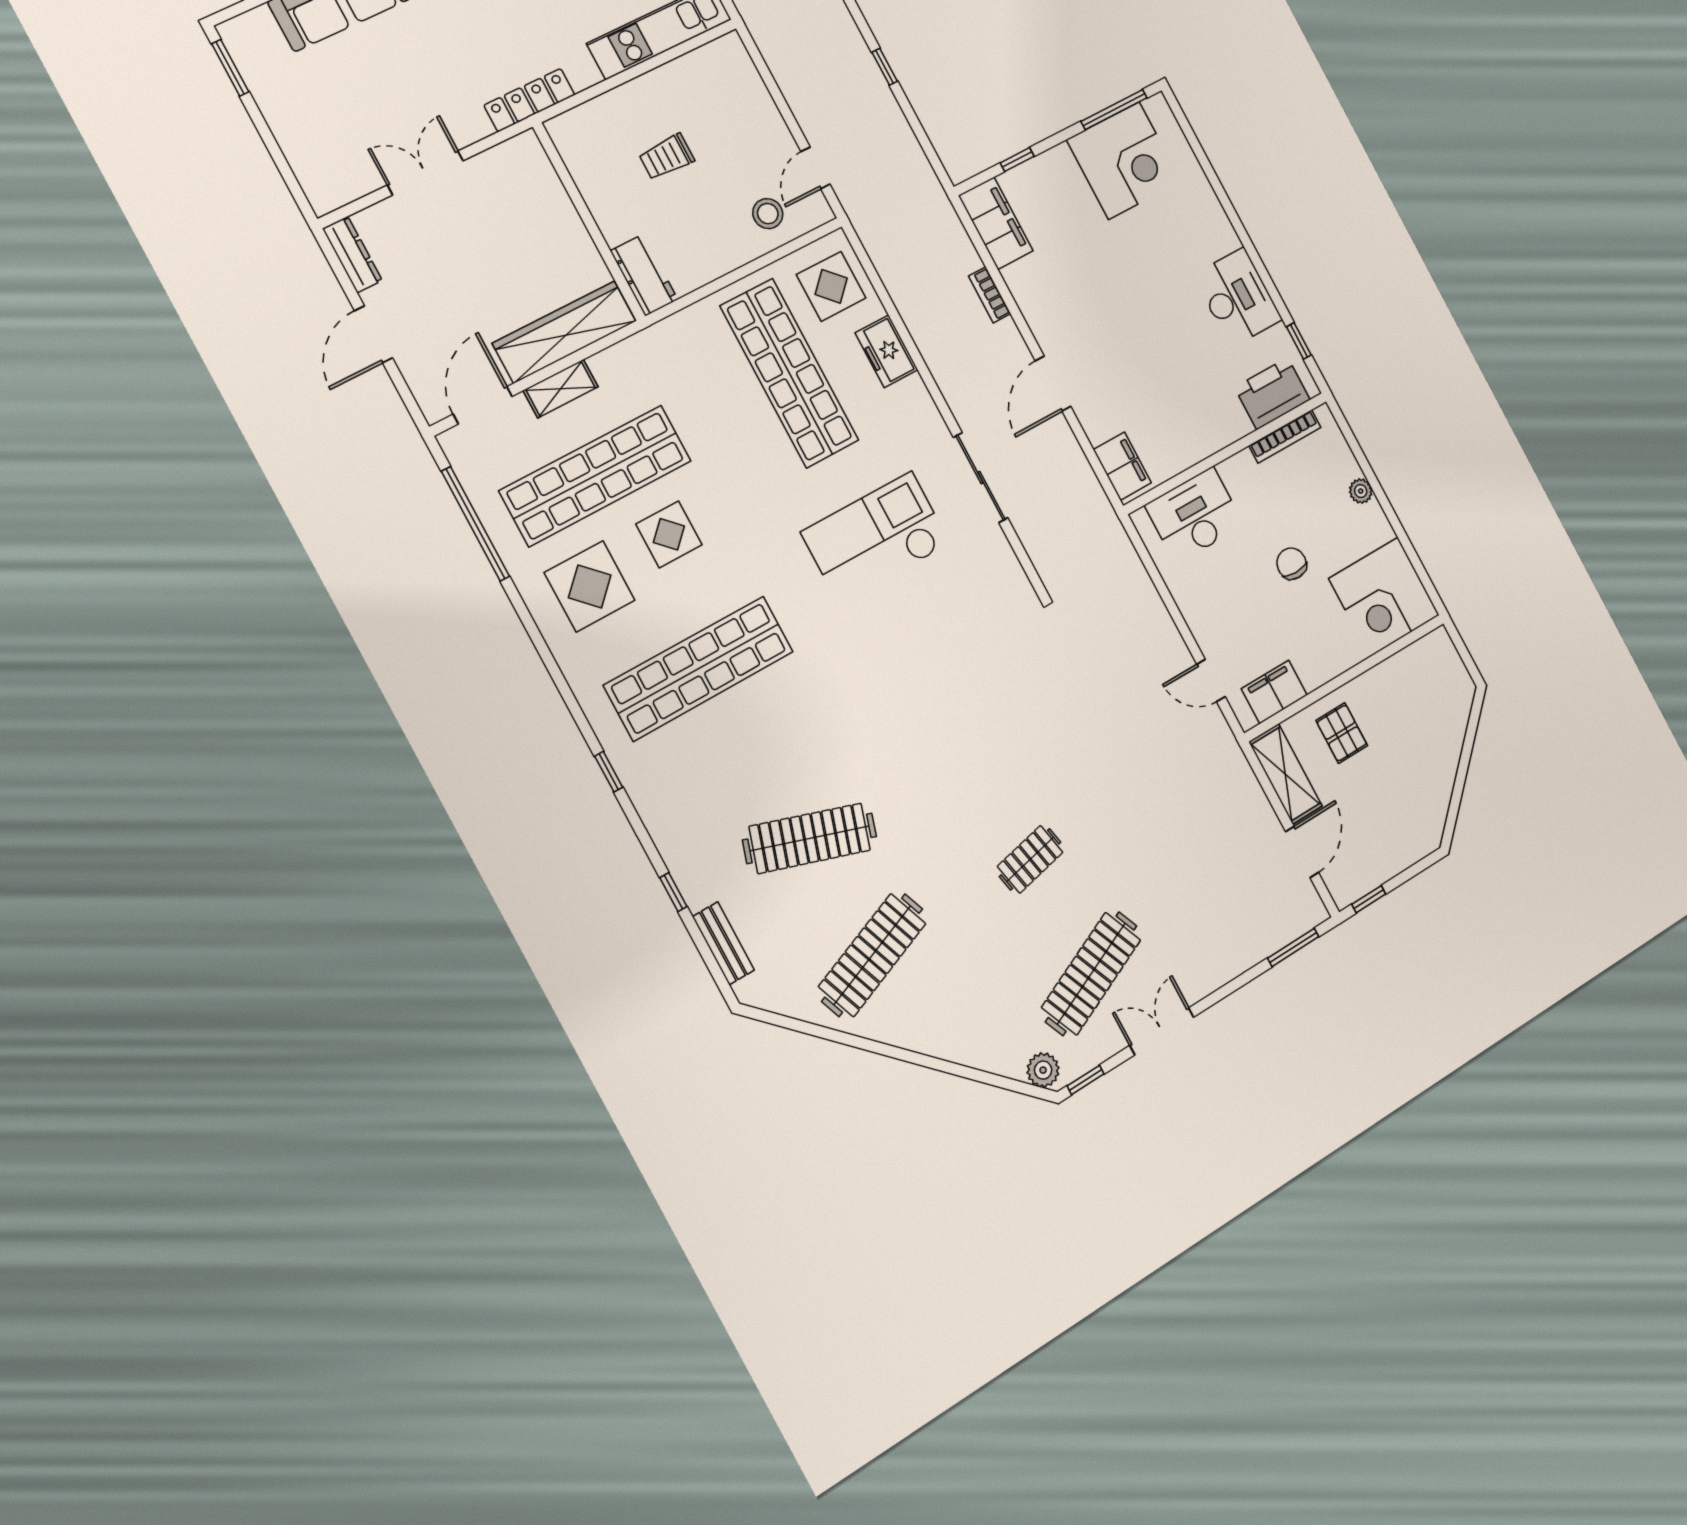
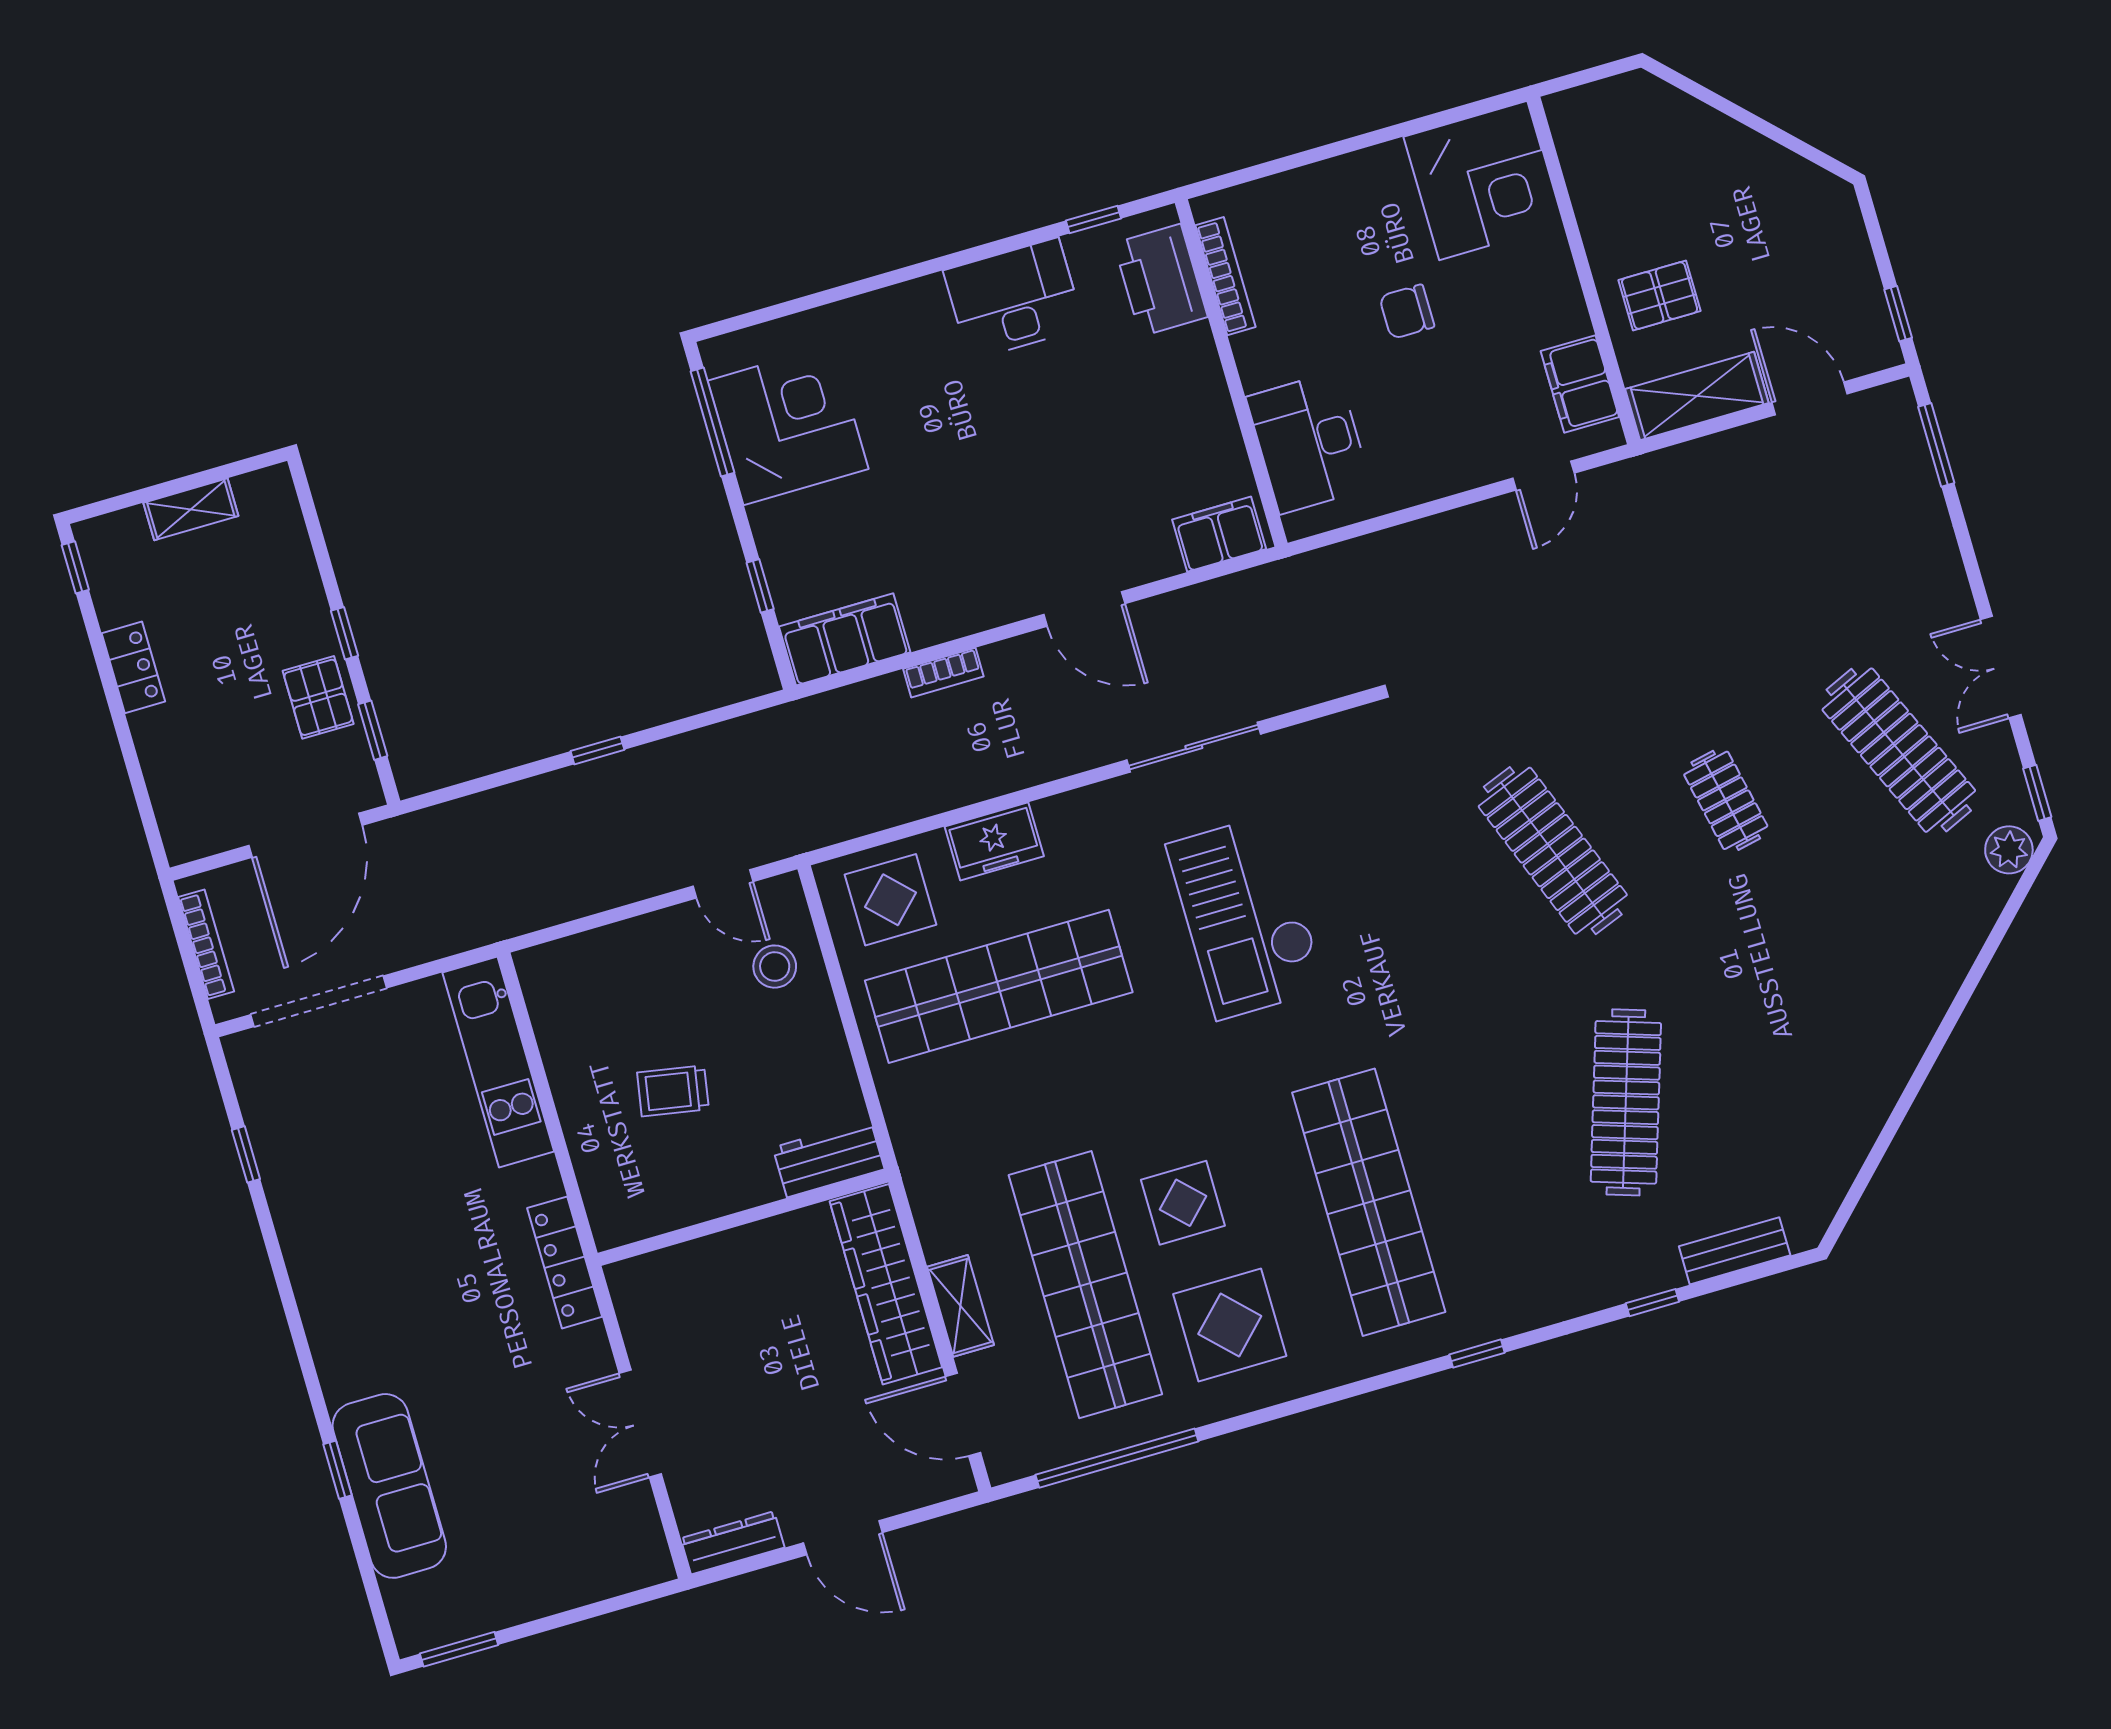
trolley: (667, 157) -> (673, 1091), turned 100
plant: (1361, 491) -> (1326, 178), removed
clothes rail: (872, 955) -> (1553, 851), moved

